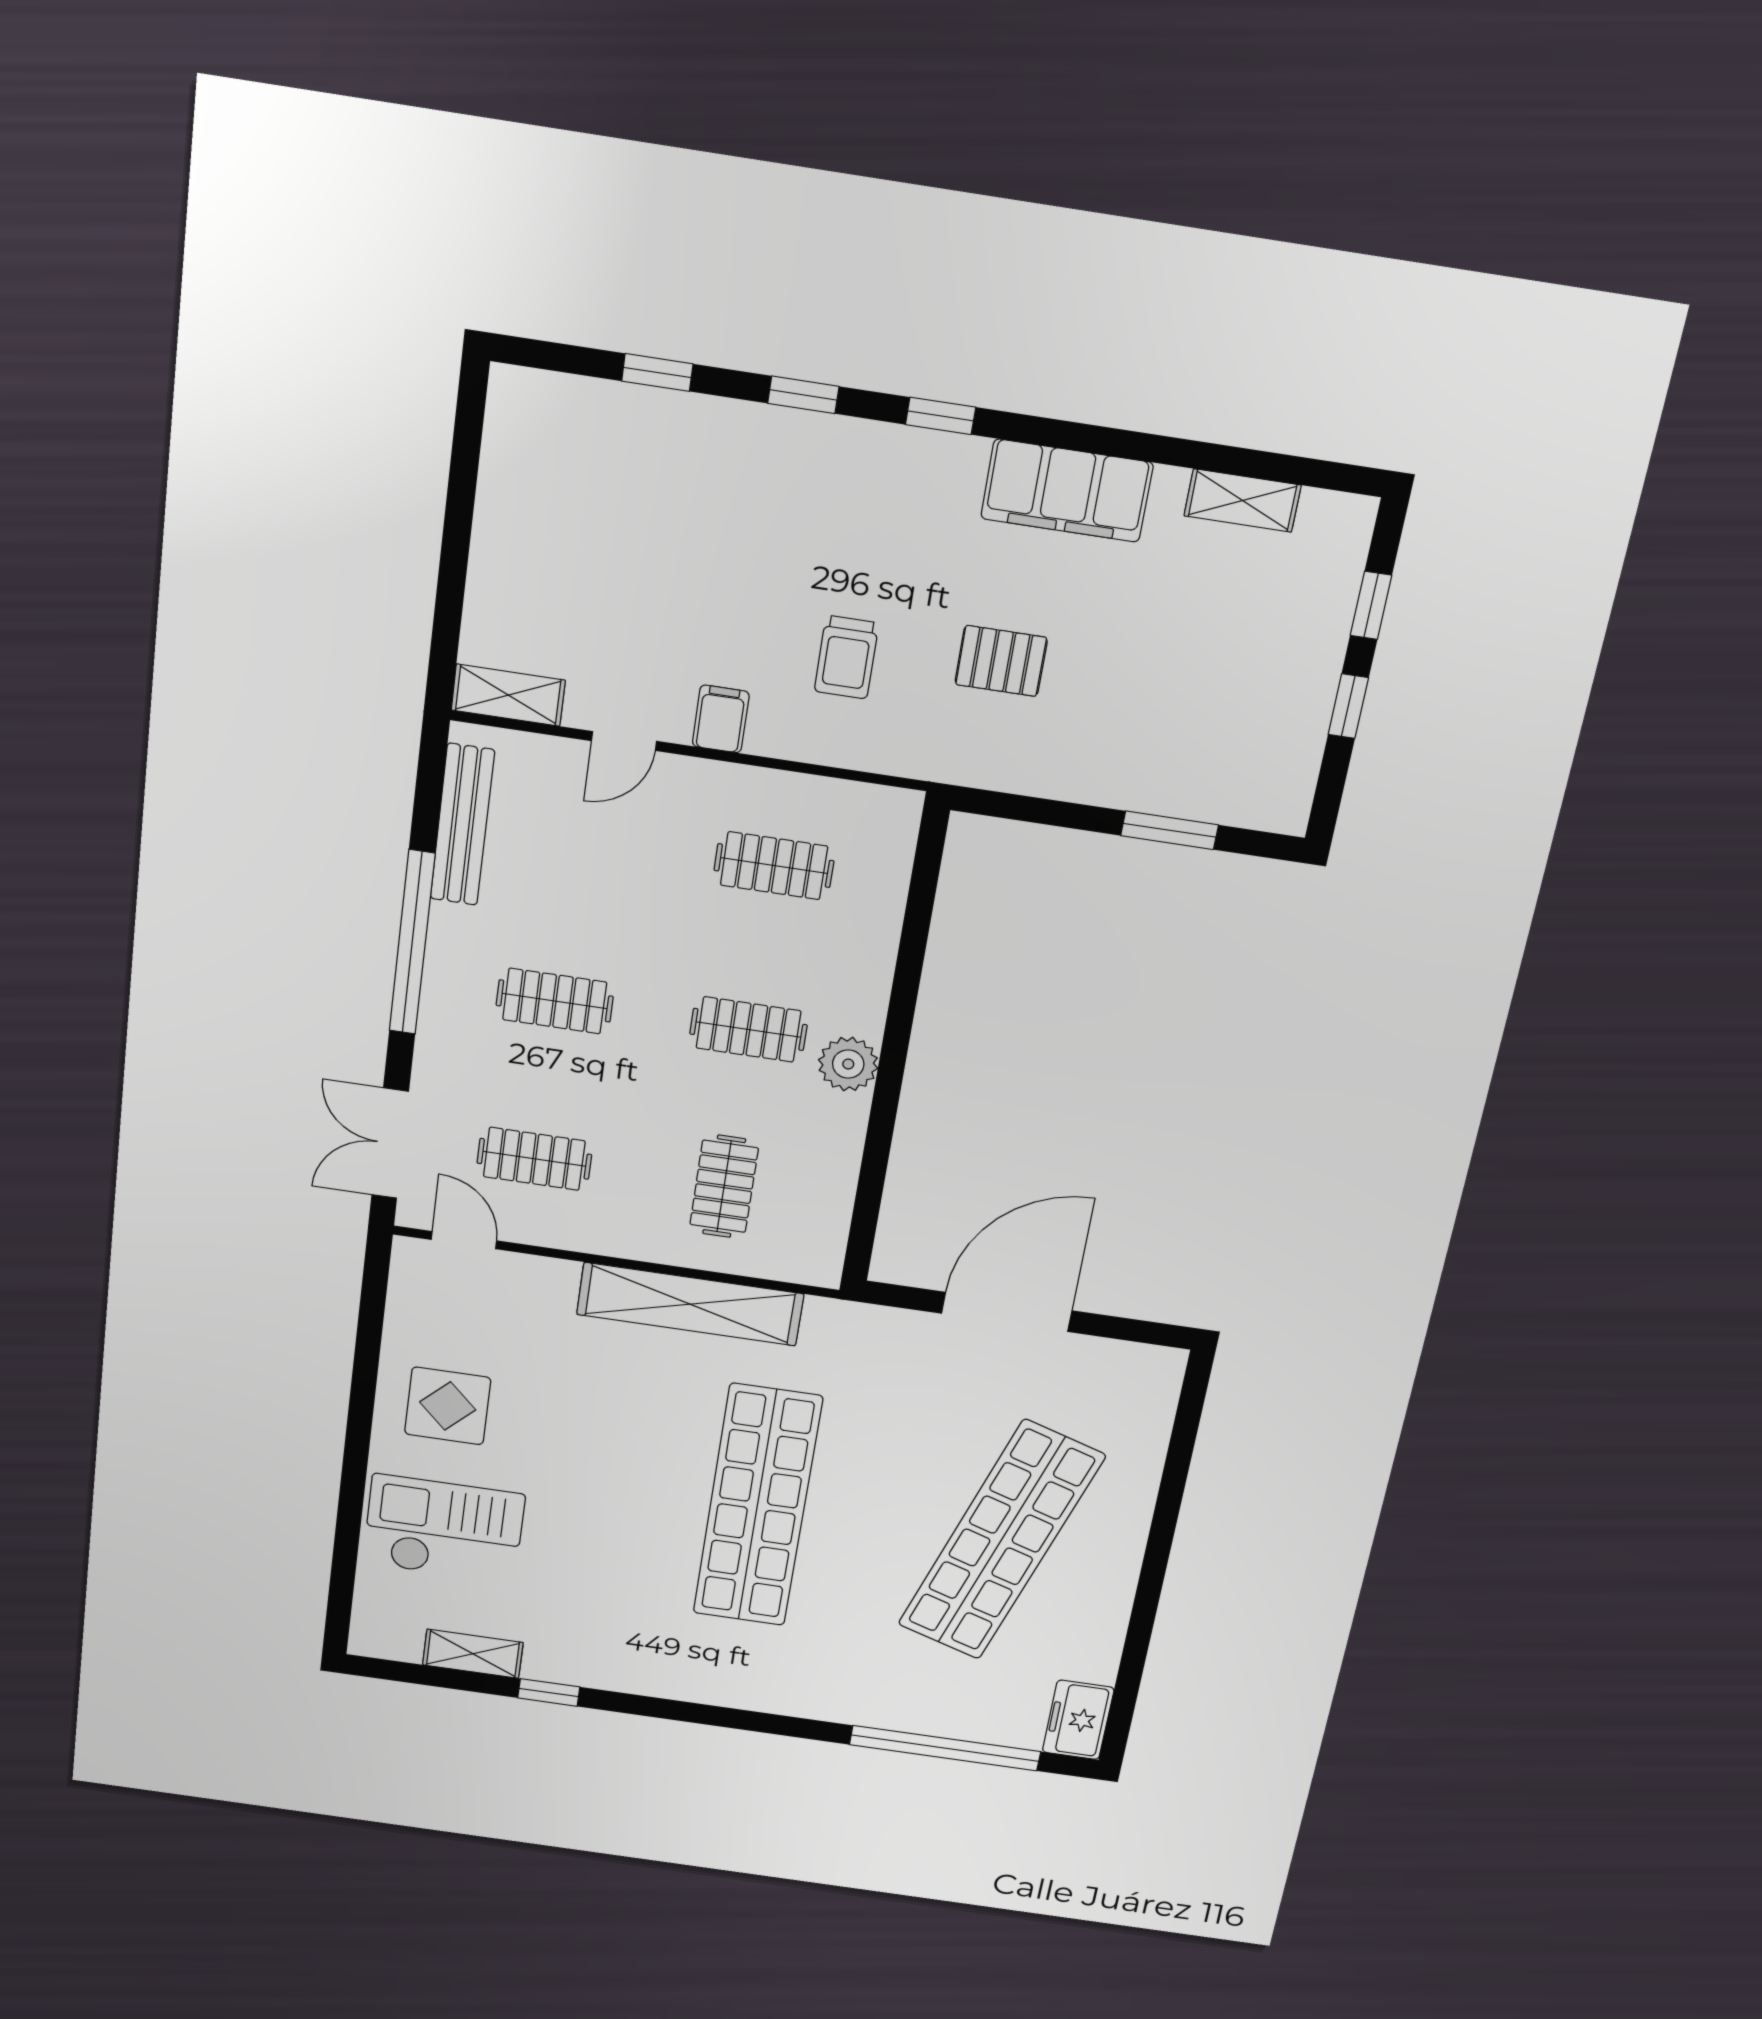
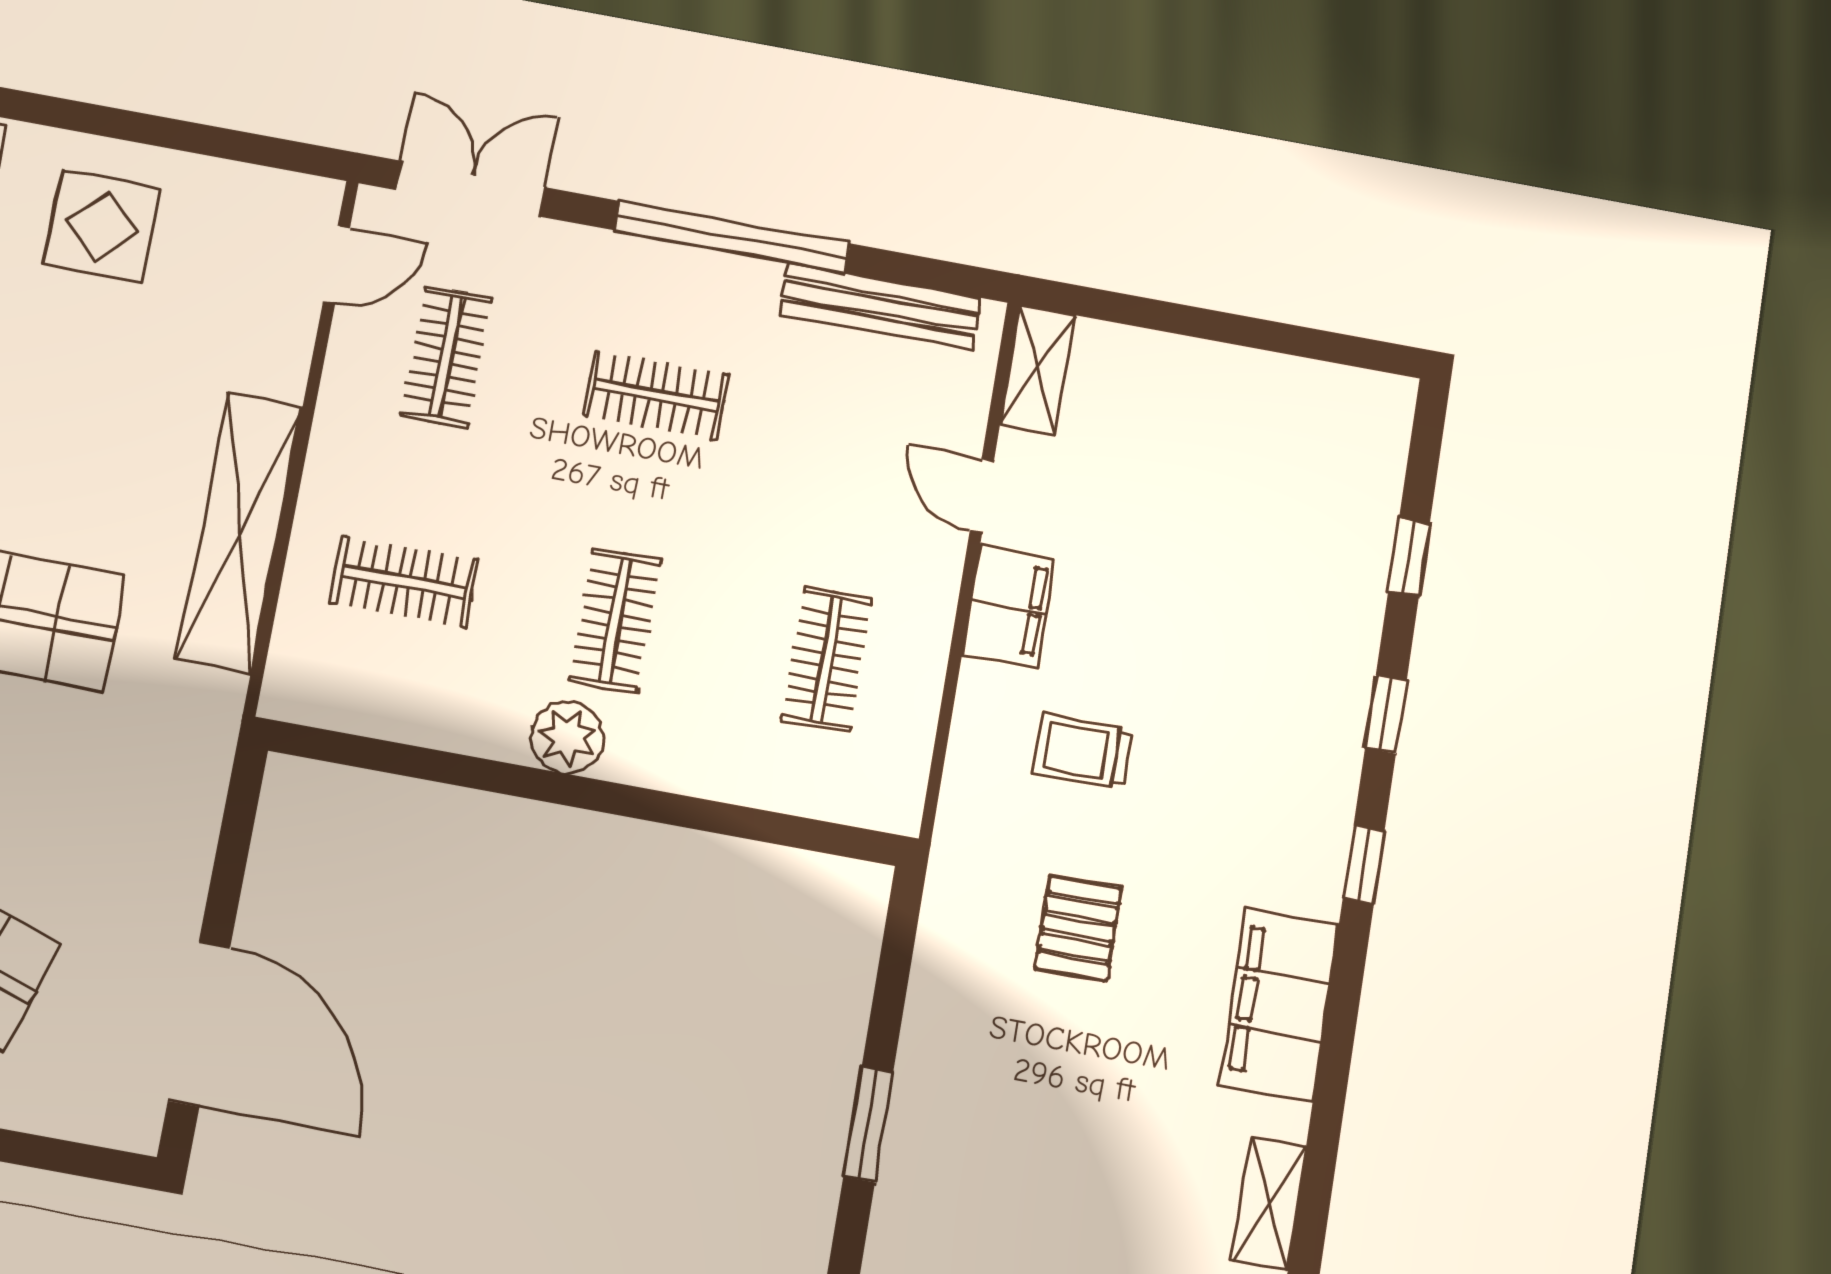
filing cabinet: (721, 719) -> (1008, 606), width x2.00
clothes rail: (555, 1001) -> (656, 395), turned 90
door: (1007, 1312) -> (199, 1024), moved

